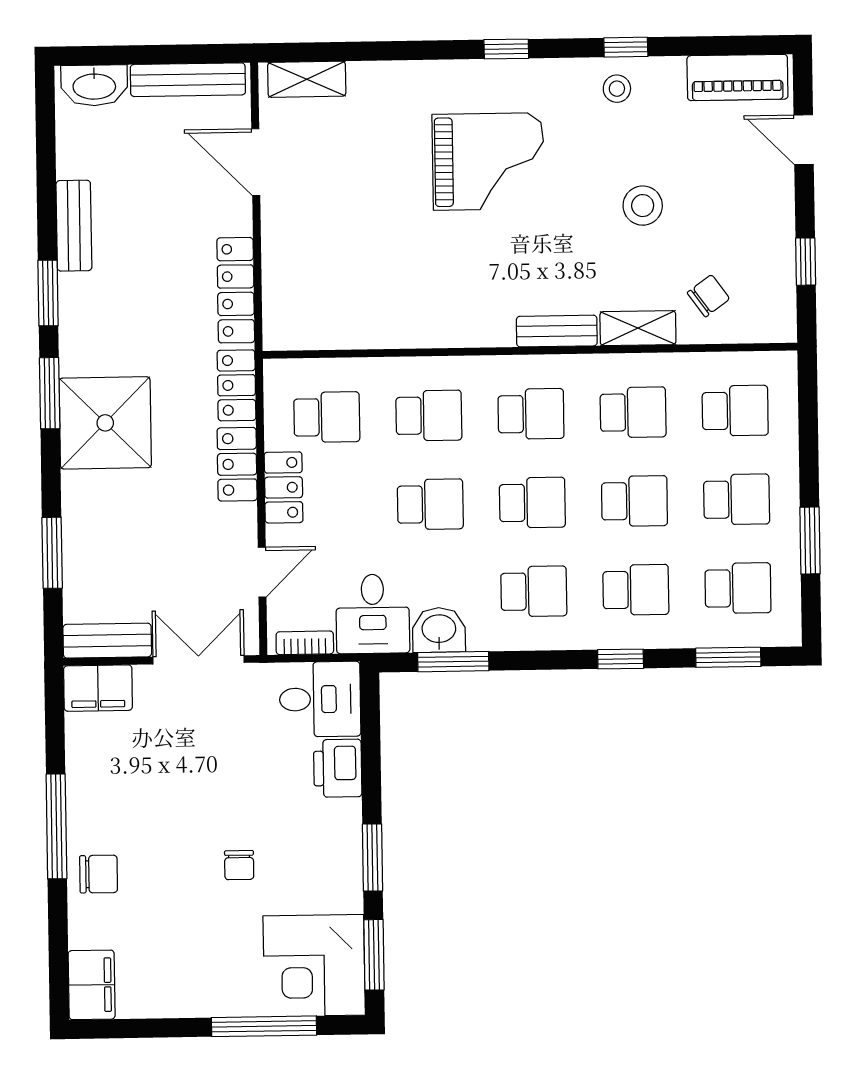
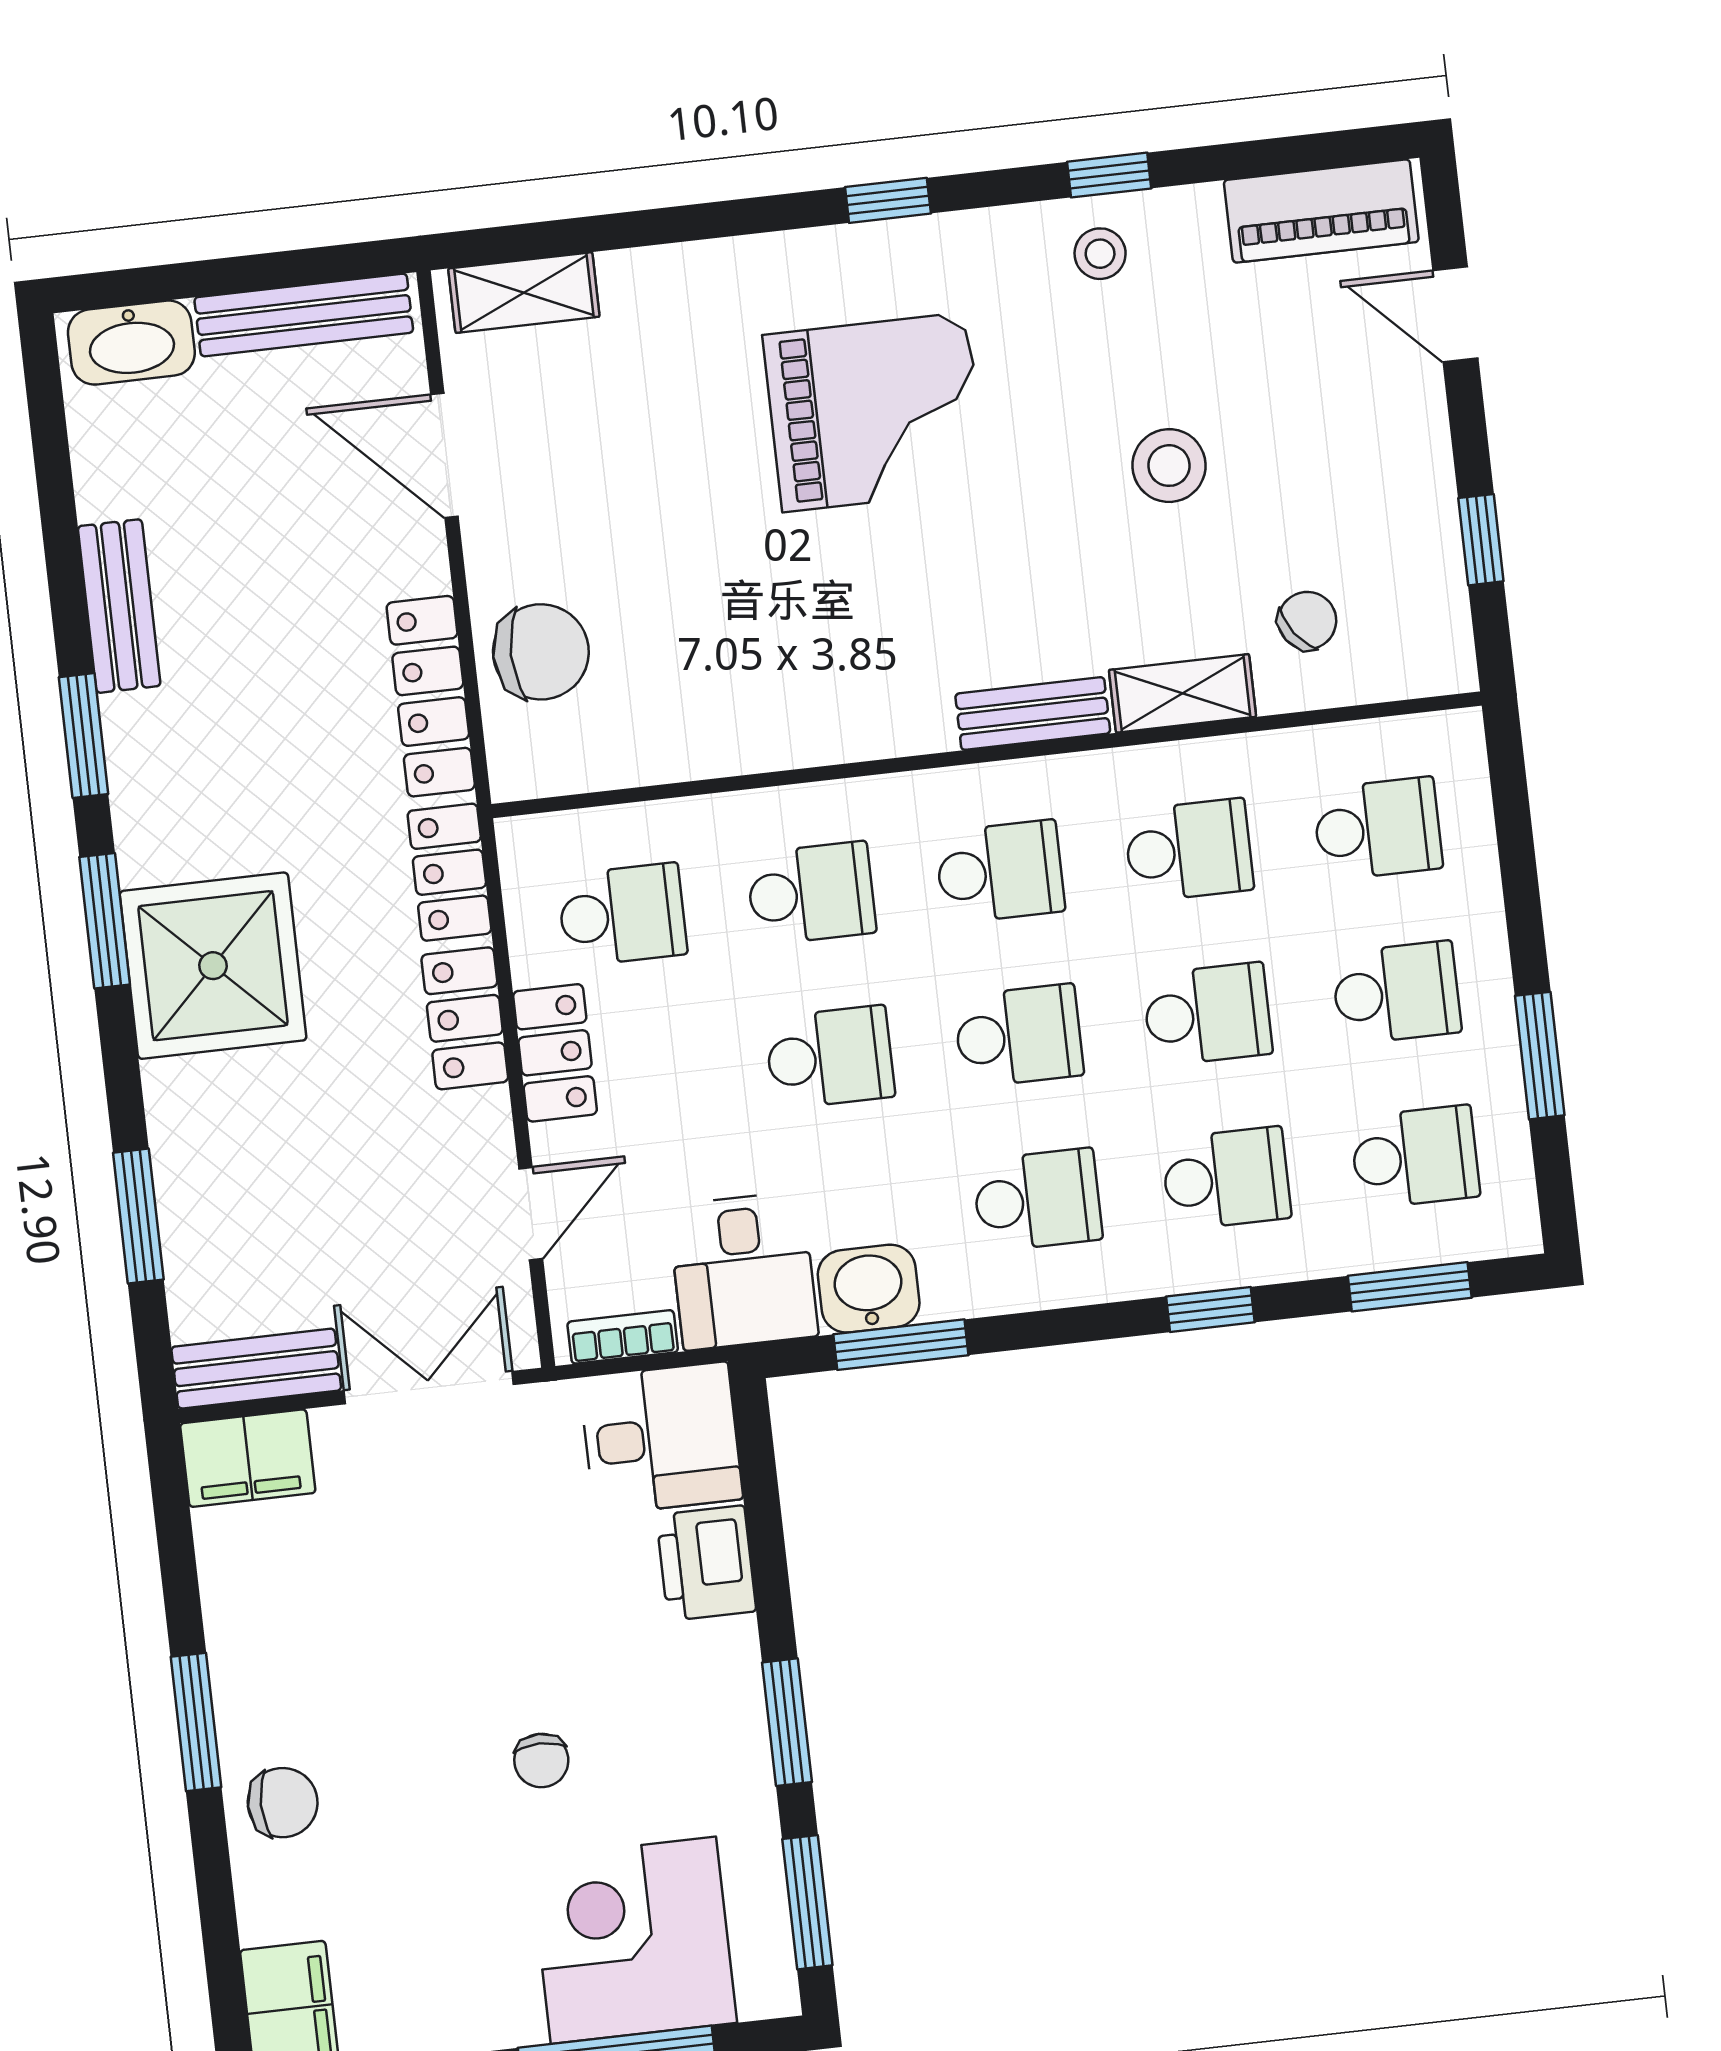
chair: (297, 272) -> (541, 652), added
window: (56, 826) -> (196, 1722), width x0.69
corner desk: (314, 965) -> (633, 1940), moved, turned 90

